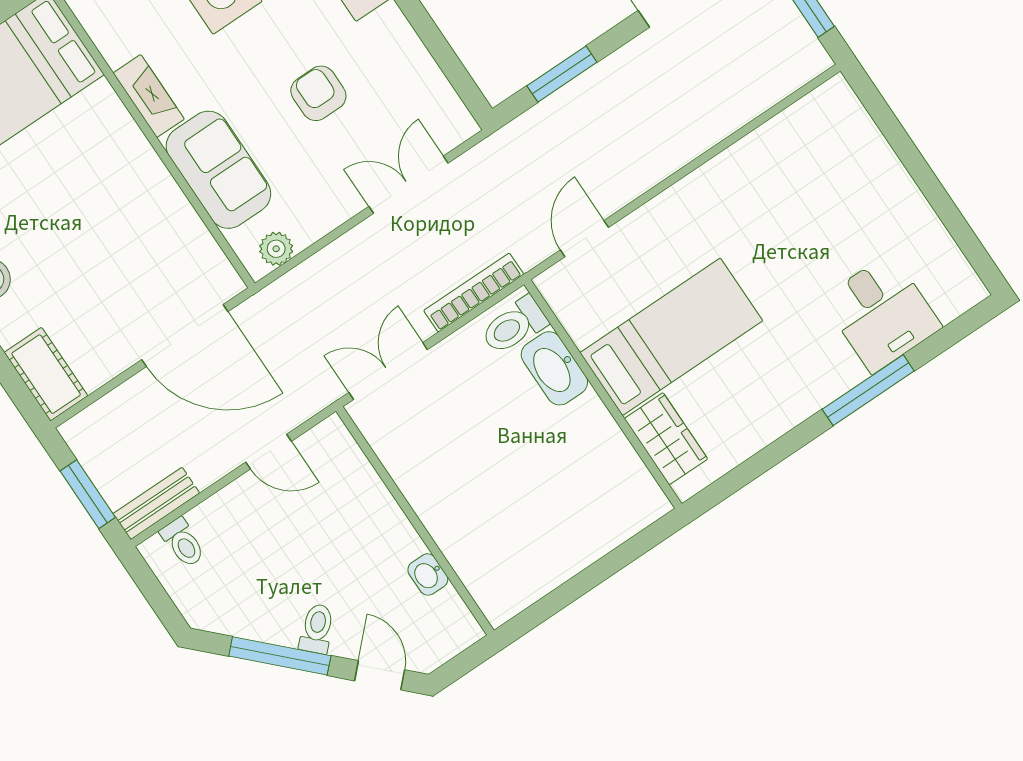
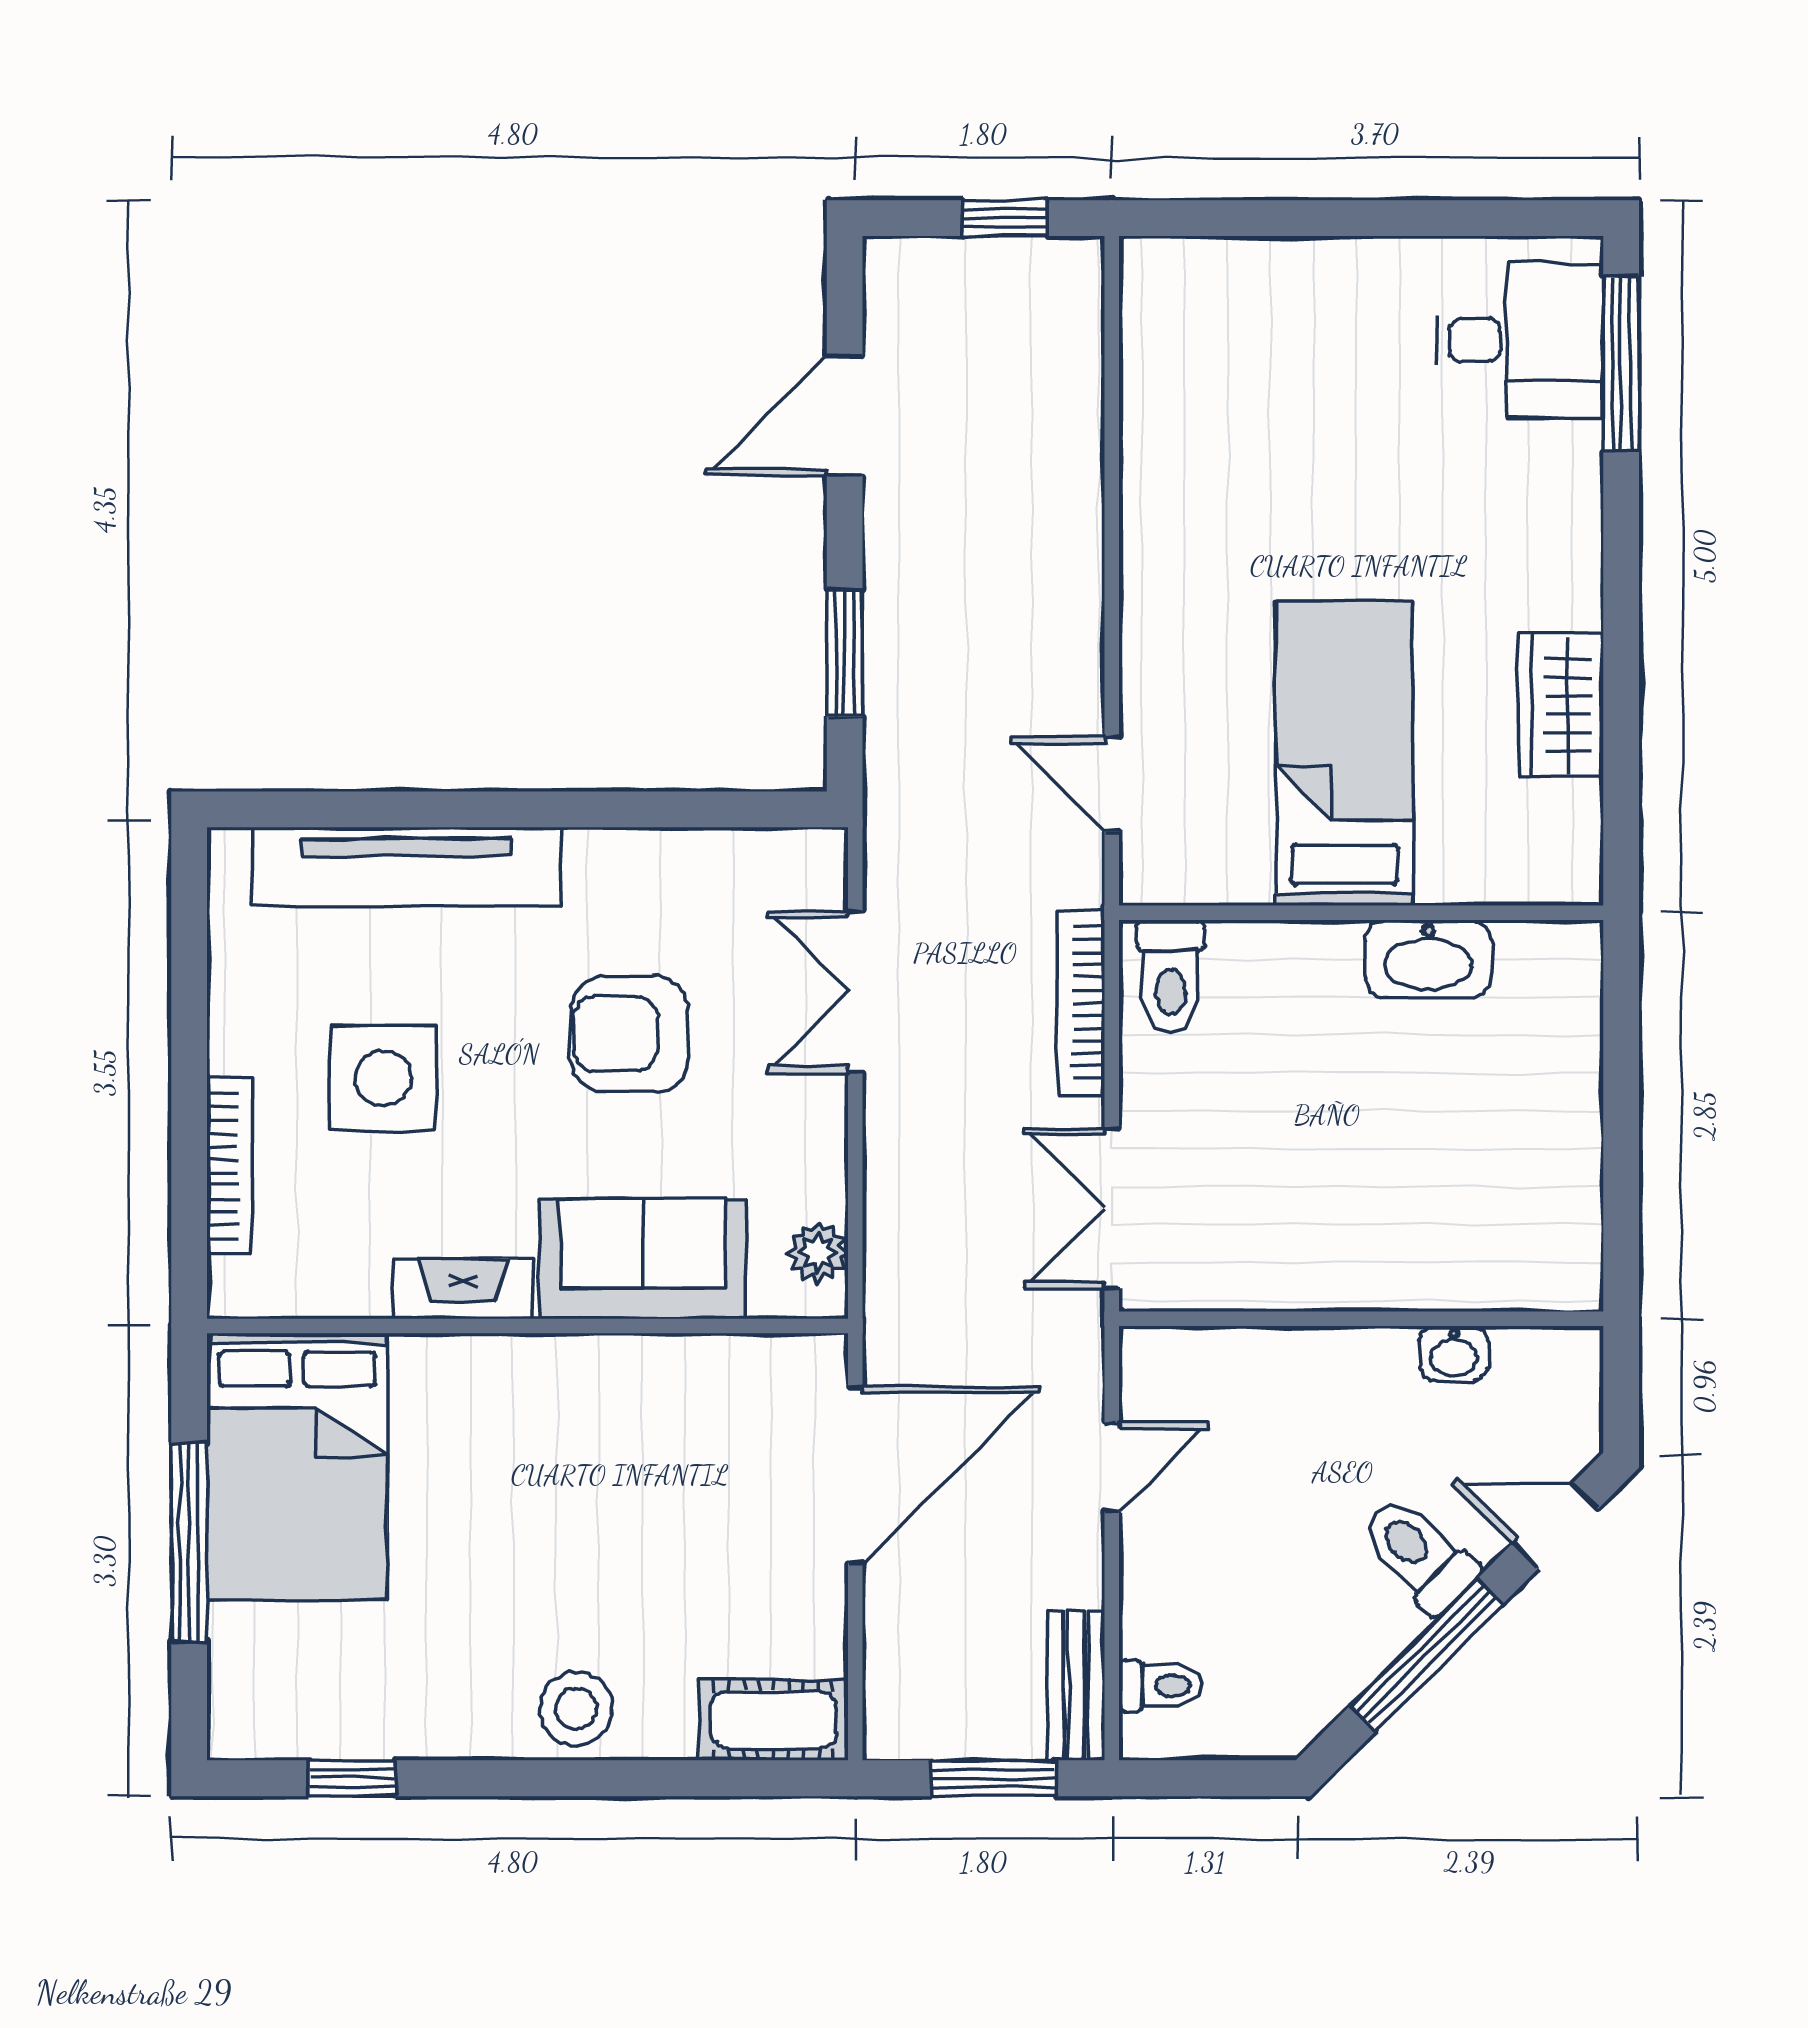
armchair: (318, 93) -> (629, 1034), width x1.38, depth x1.38
desk: (882, 313) -> (1520, 340), moved
washbasin: (554, 368) -> (1428, 959), moved
window: (868, 390) -> (1621, 363), moved
wardrobe: (666, 439) -> (1562, 705), moved, turned -90
toilet: (317, 629) -> (1418, 1554), width x1.37, depth x1.39

